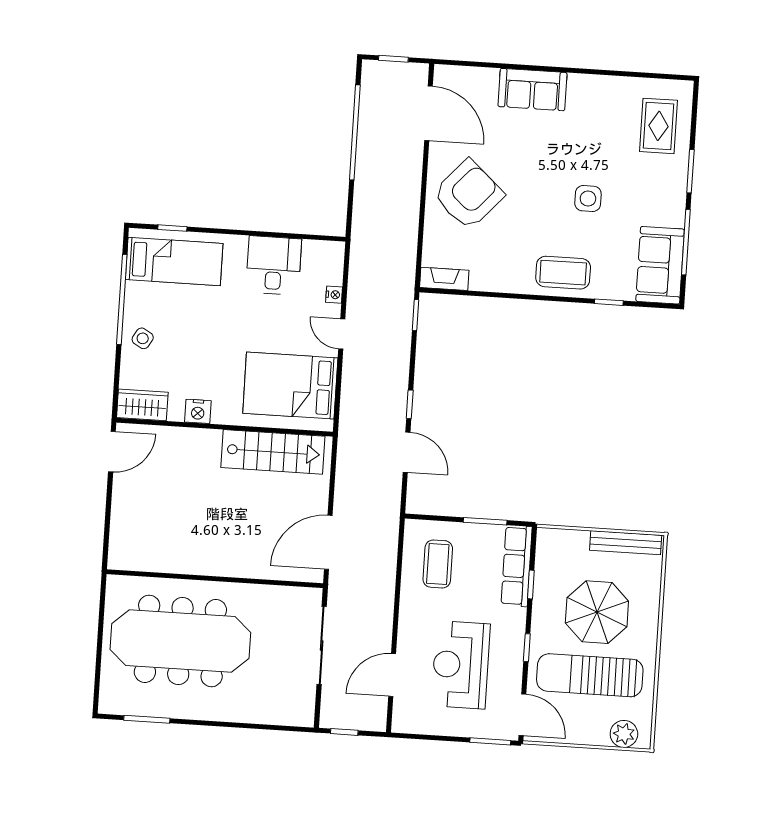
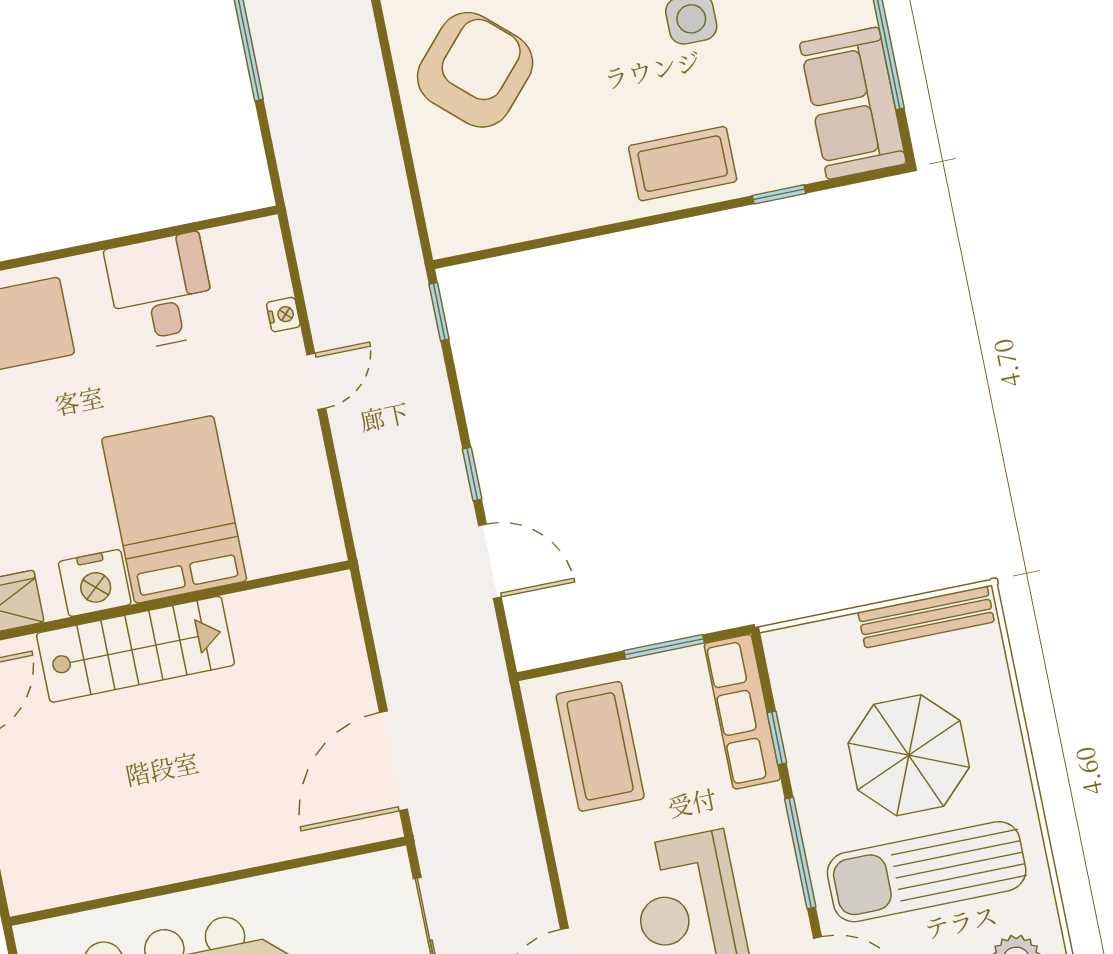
fireplace: (444, 279) -> (473, 233), removed
door: (342, 334) -> (316, 381), swing flipped
bed: (290, 386) -> (174, 509), moved, turned 90
nightstand: (198, 411) -> (95, 583), width x1.36, depth x1.33
stairs: (273, 452) -> (135, 649), moved
coffee table: (438, 564) -> (600, 746), width x1.36, depth x1.32
window: (527, 648) -> (800, 853), width x2.17

